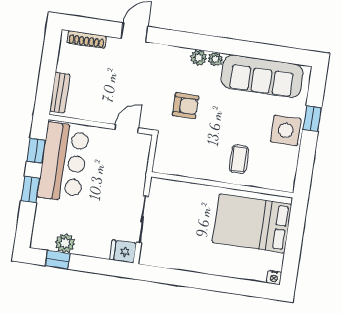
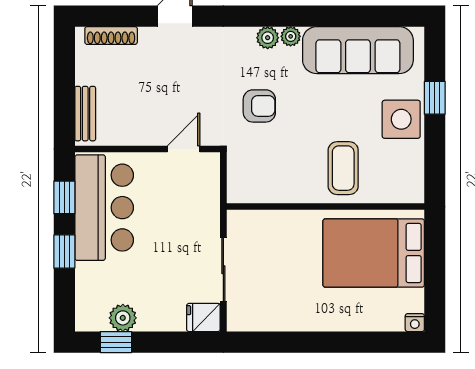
coffee table: (239, 159) -> (343, 168), width x1.36, depth x1.30

